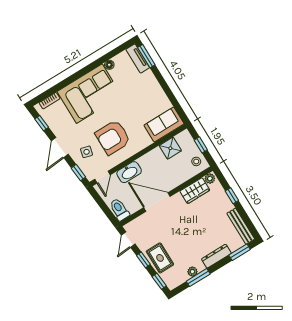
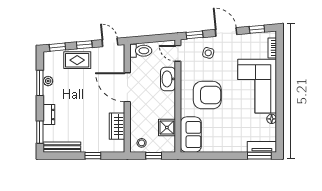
armchair: (113, 137) -> (207, 95), moved, turned 90
plant: (210, 179) -> (120, 146), removed
door: (157, 202) -> (127, 87), swing flipped
dresser: (216, 256) -> (49, 115), width x0.70

